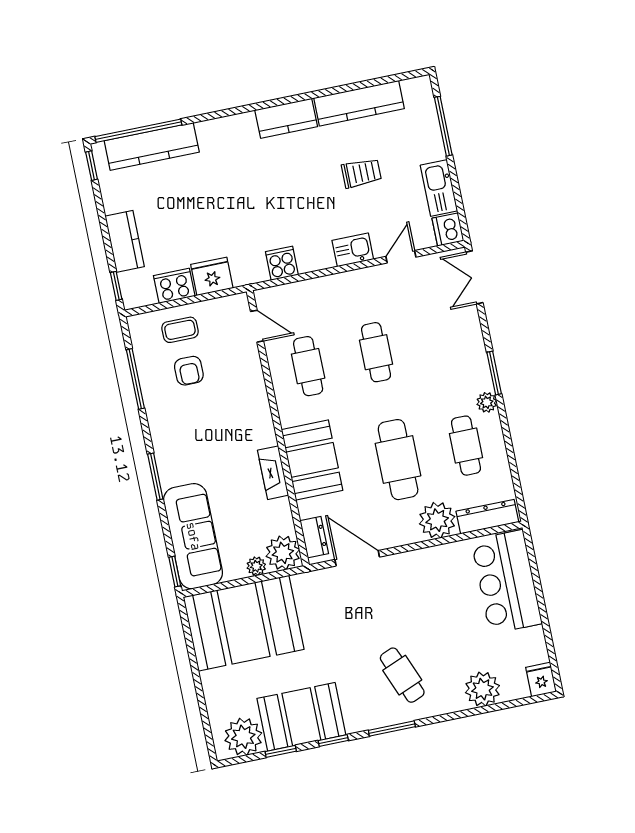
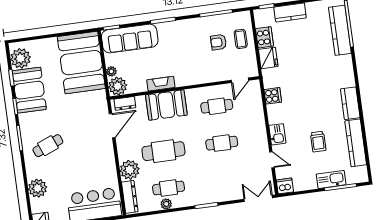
kitchen sink: (439, 188) -> (331, 179), moved
plant: (487, 402) -> (166, 204), moved

